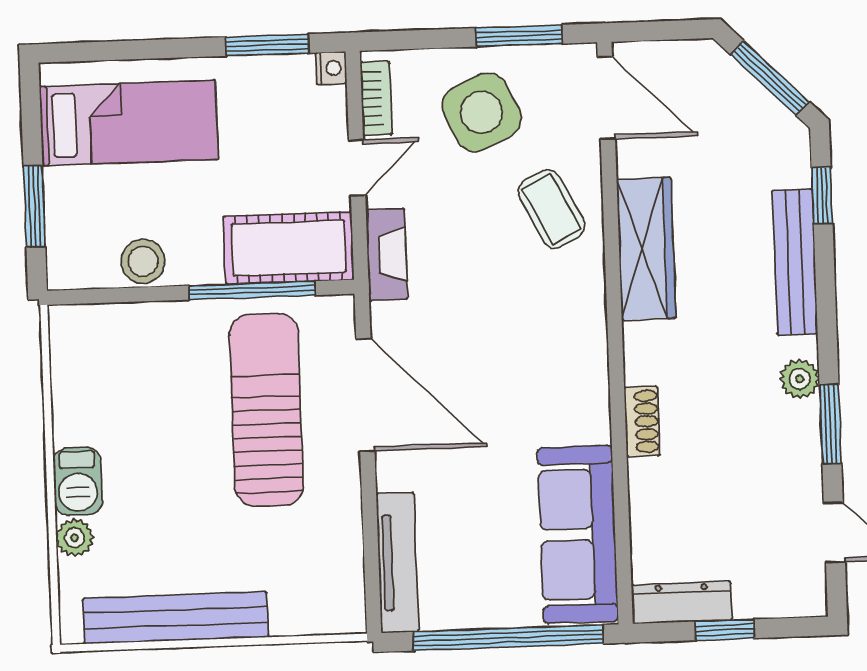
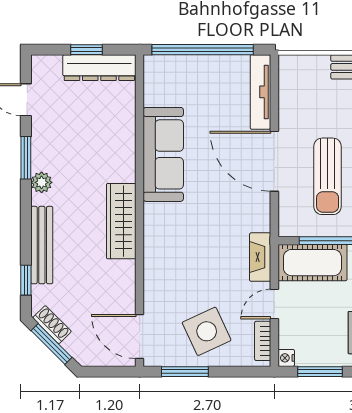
coffee table: (551, 209) -> (171, 278), removed
wardrobe: (646, 249) -> (121, 221), moved
door: (365, 395) -> (274, 161), moved
sun lounger: (266, 410) -> (328, 176), width x0.73, depth x0.75
shoe rack: (642, 421) -> (52, 325), moved, turned 135
sofa: (578, 534) -> (163, 154), moved
dresser: (682, 603) -> (99, 68), width x1.37, depth x1.24

